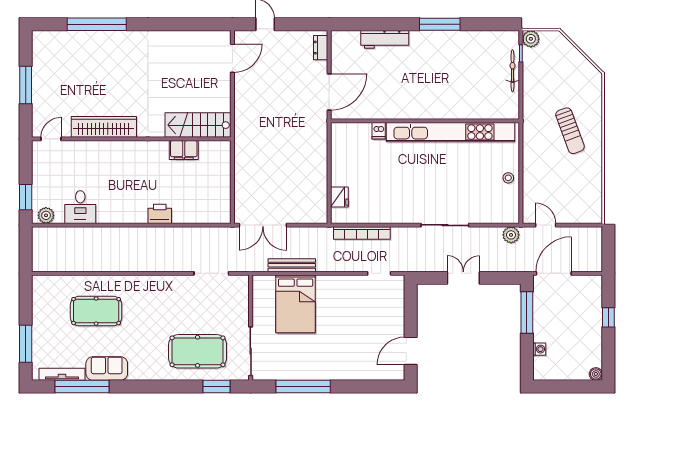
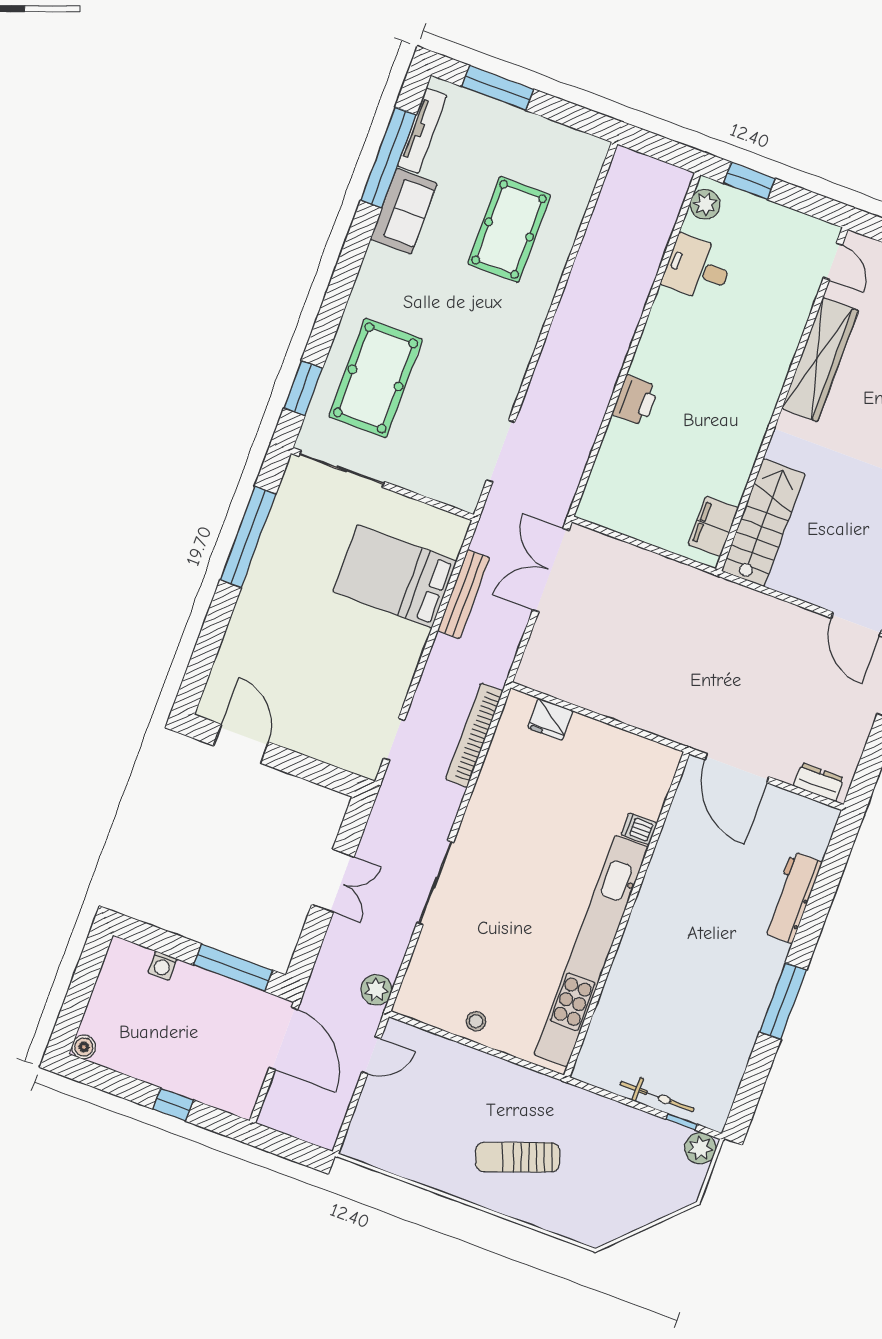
filing cabinet: (184, 150) -> (713, 526), moved

